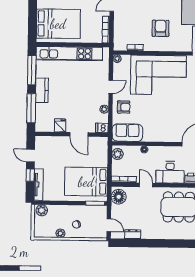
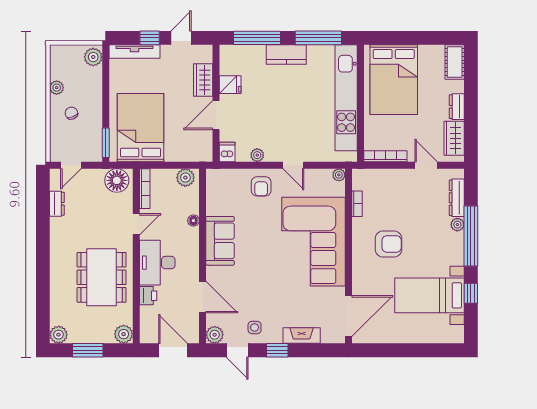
sofa: (127, 133) -> (220, 241), moved
wardrobe: (57, 142) -> (203, 80), added

